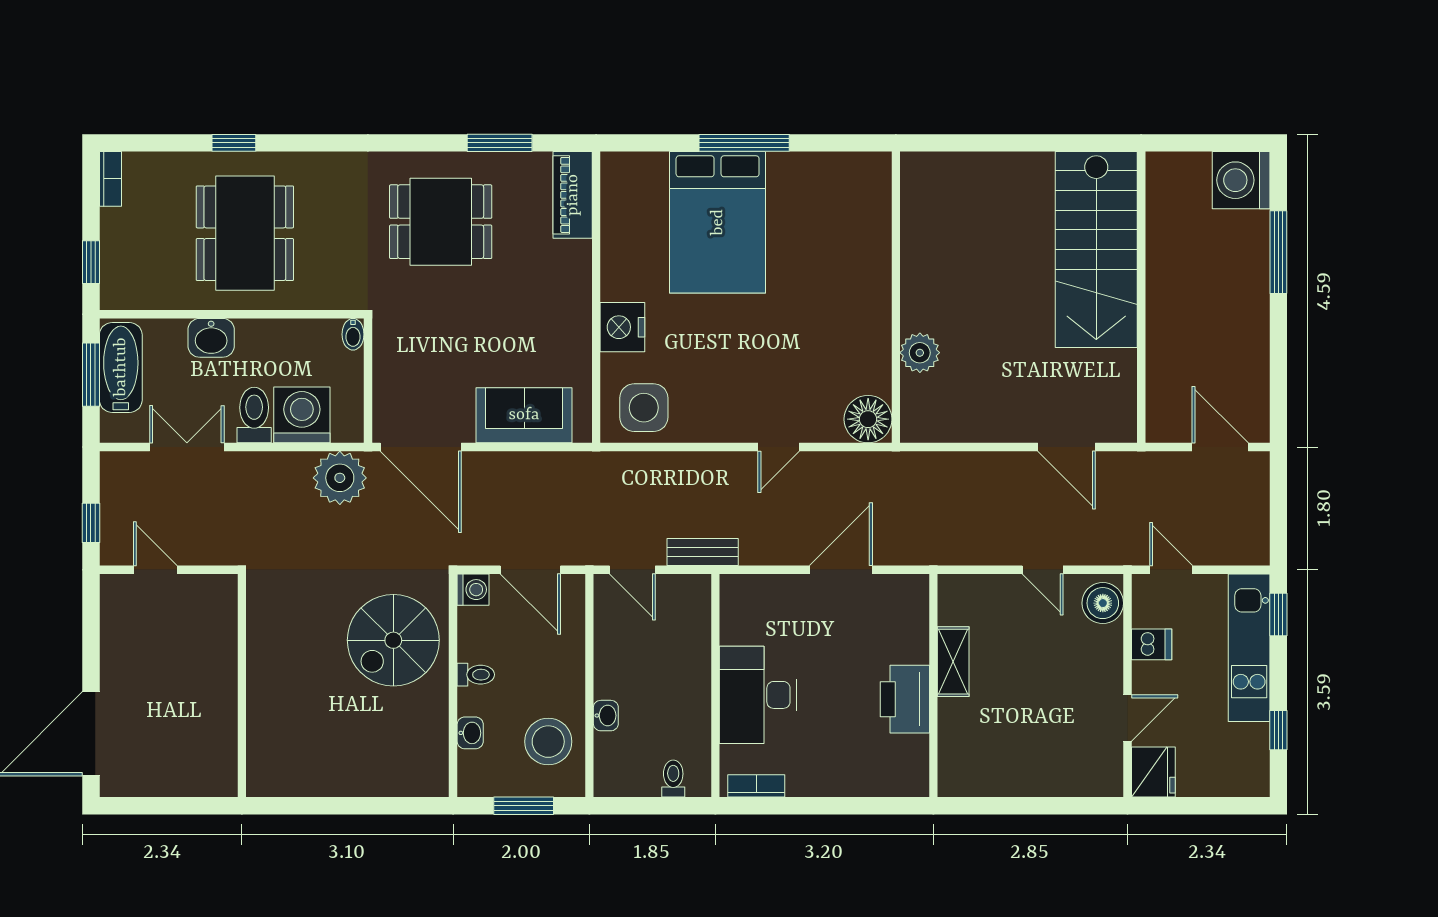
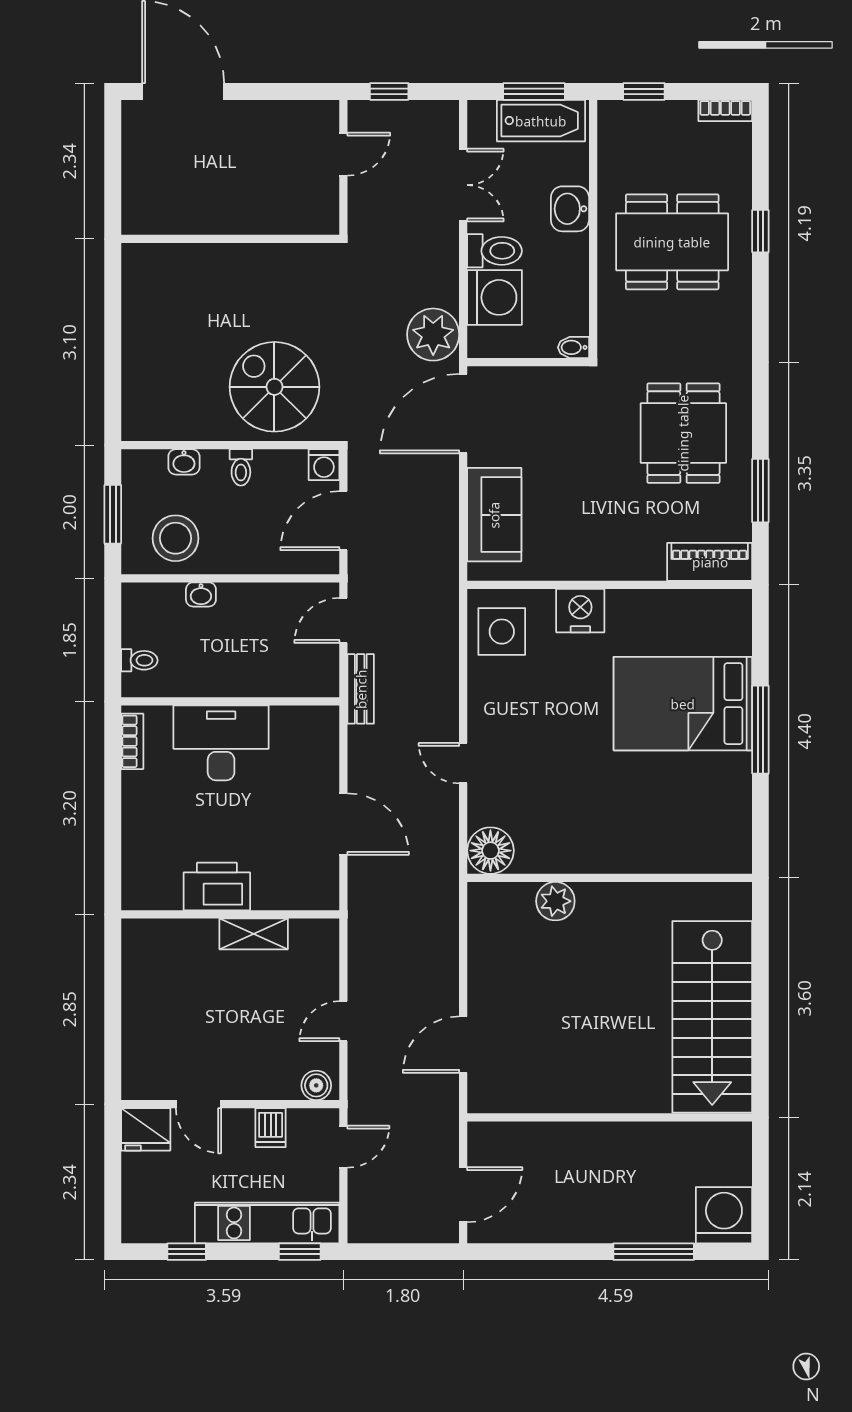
stairs: (1096, 249) -> (712, 1017), moved, turned -90
boiler: (1103, 603) -> (316, 1085), width x0.73, depth x0.73

